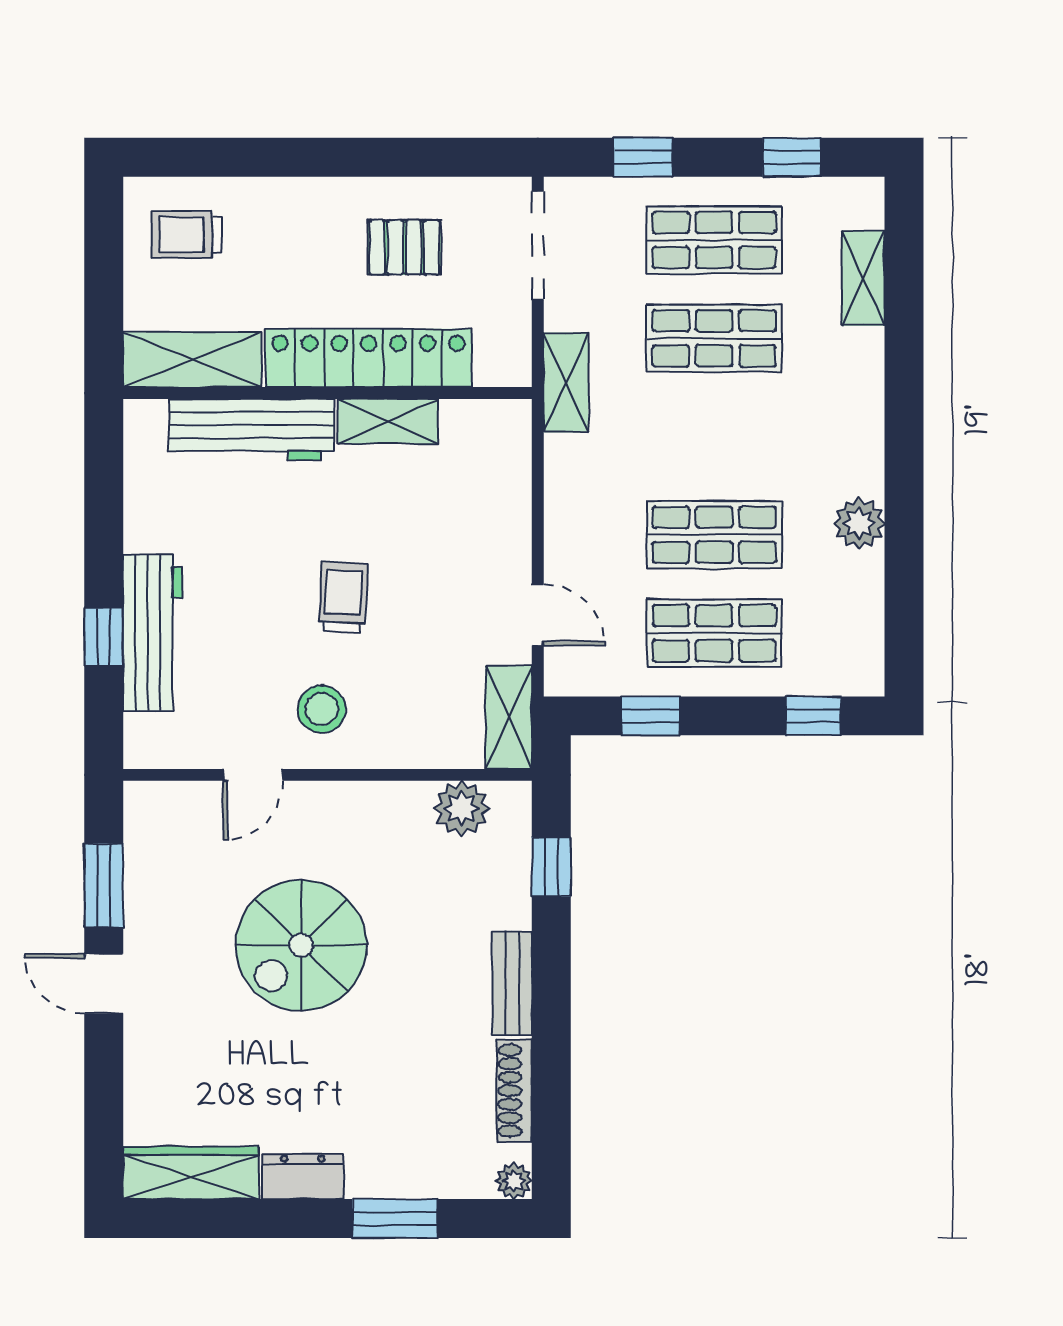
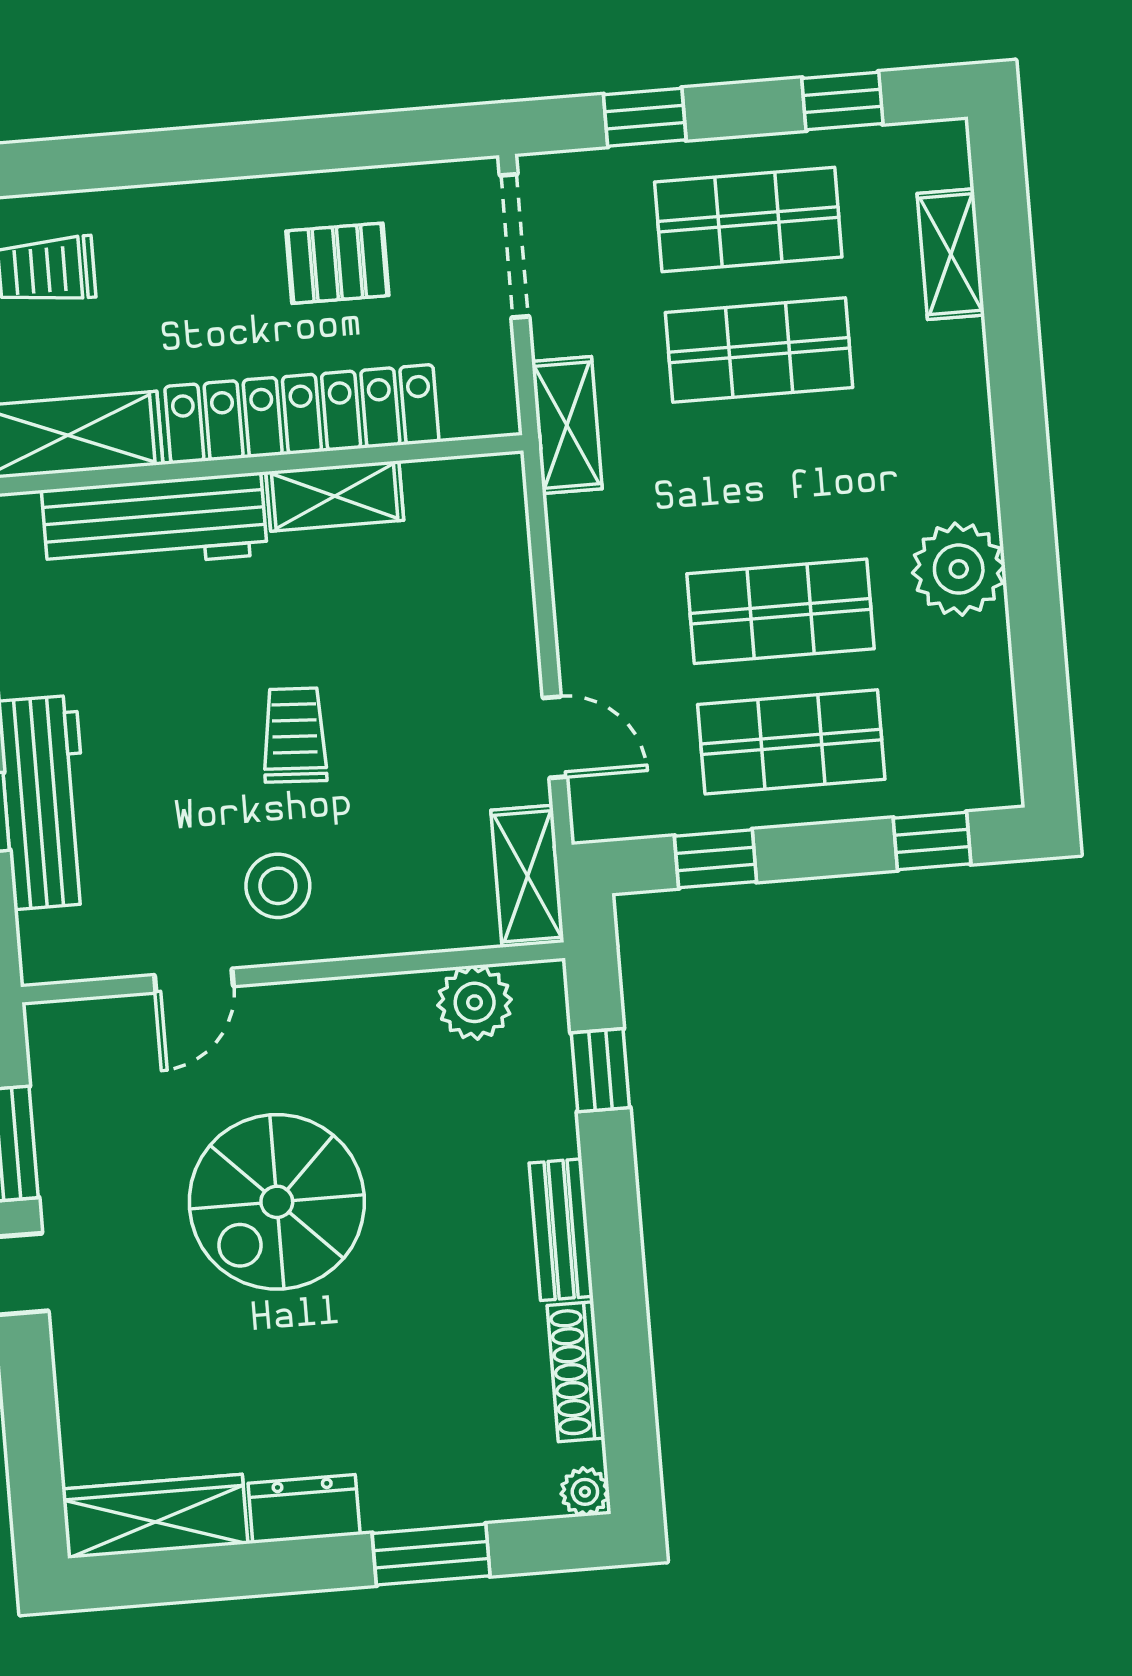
plant: (859, 523) -> (959, 569), width x1.36, depth x1.36

